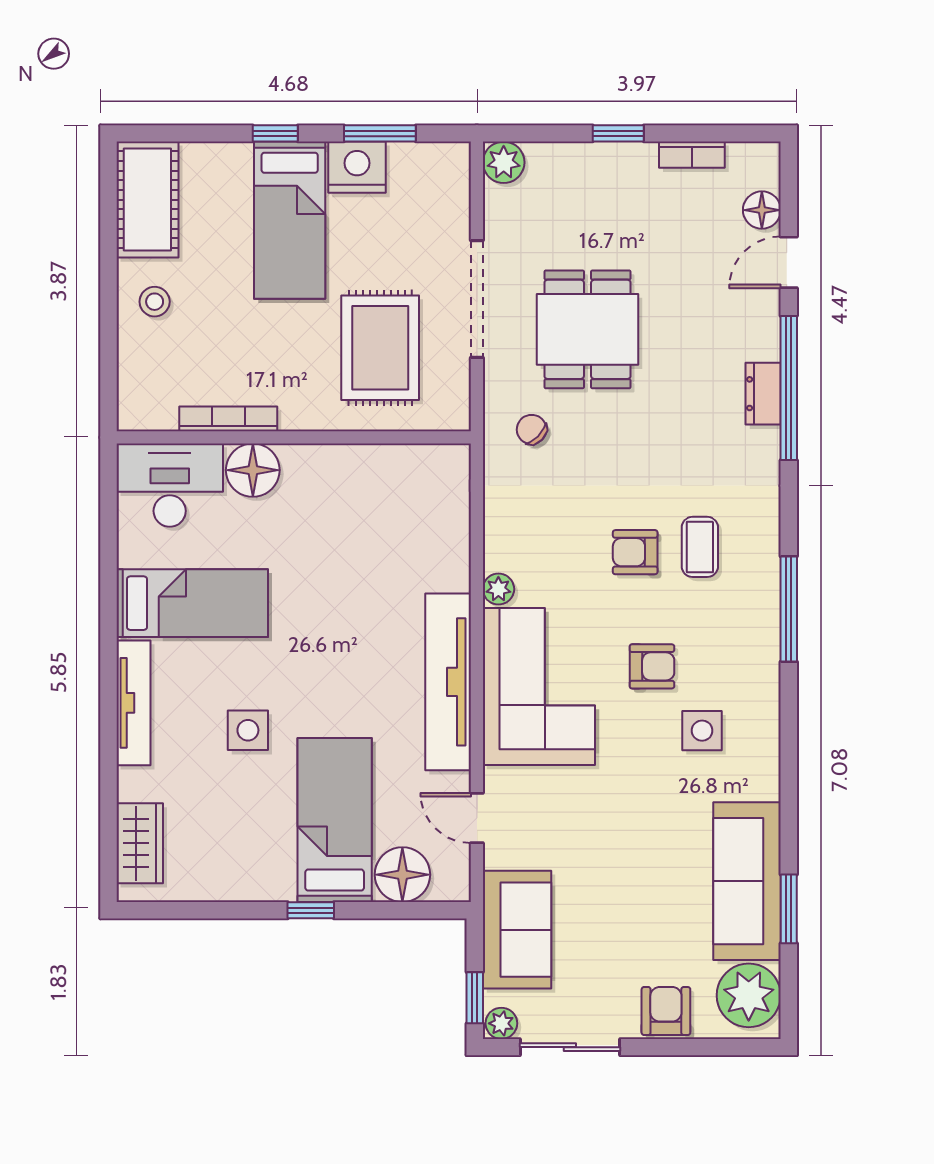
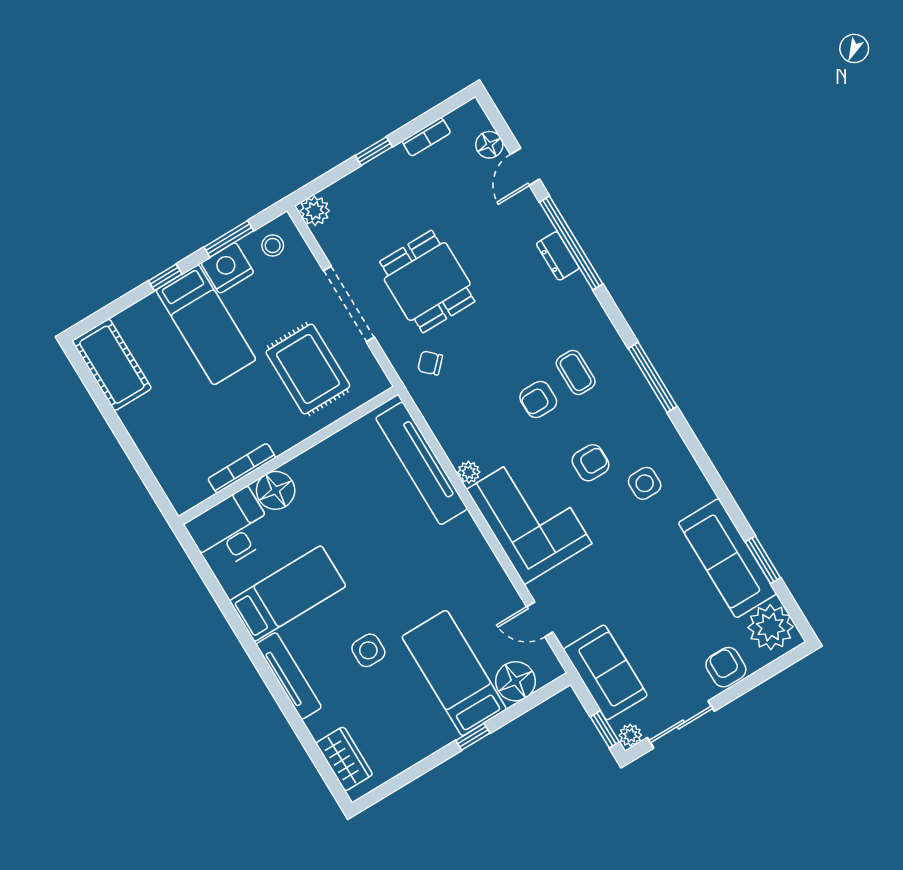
stool: (155, 302) -> (273, 246), moved
tv unit: (448, 682) -> (421, 463), moved

